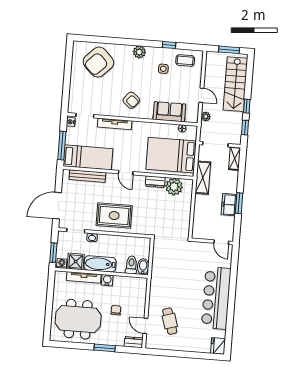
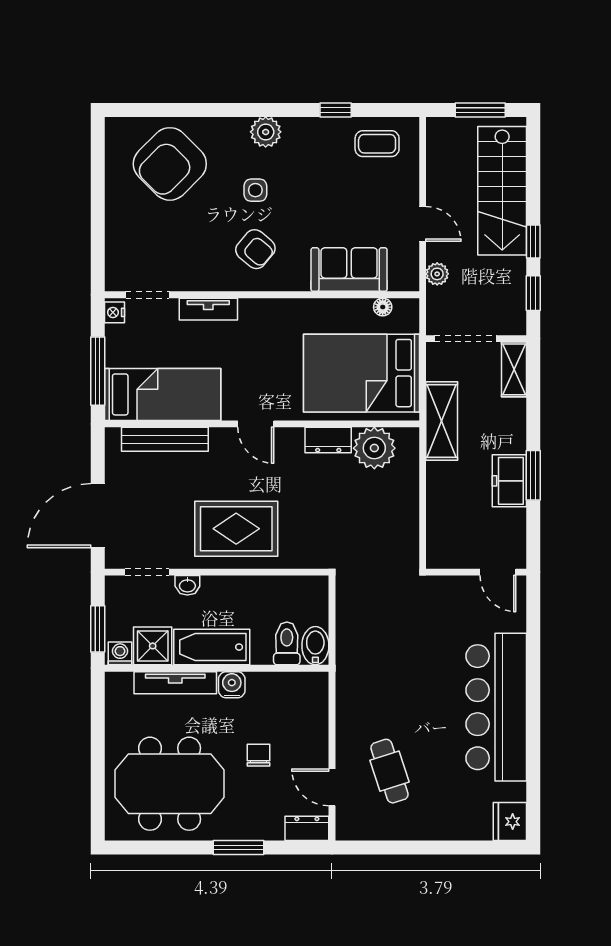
side table: (163, 69) -> (255, 190), moved
tv unit: (115, 124) -> (208, 309), width x0.71

